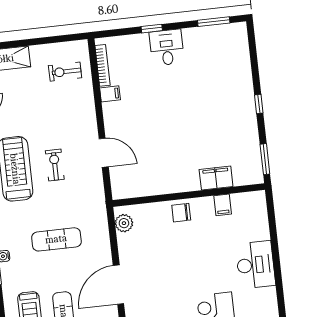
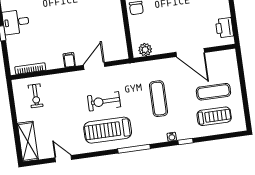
filing cabinet: (110, 94) -> (69, 60), moved
exercise bike: (55, 165) -> (104, 101), width x1.38, depth x1.39

